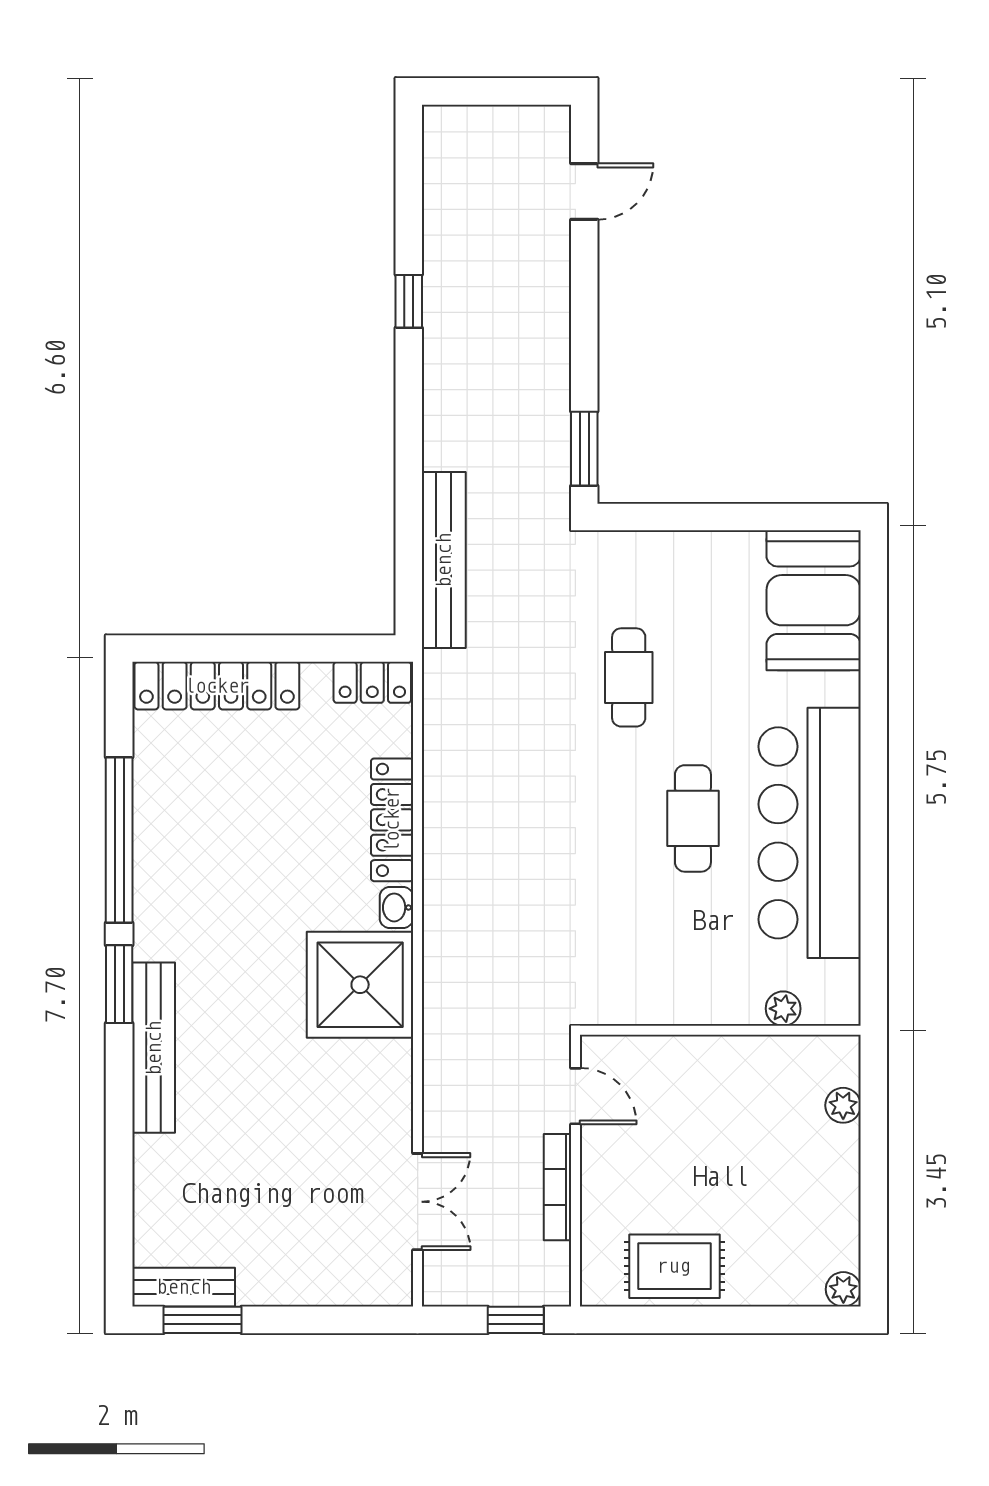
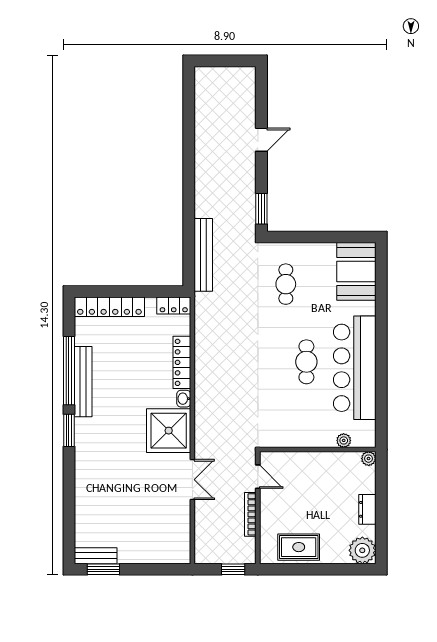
door: (584, 192) -> (261, 140), moved
window: (409, 301) -> (189, 148), removed
cafe table: (629, 677) -> (286, 284), moved
bench: (154, 1048) -> (83, 382), moved
plant: (843, 1105) -> (369, 459), moved
dresser: (840, 1175) -> (367, 509), added
double door: (418, 1202) -> (192, 480), moved
plant: (843, 1289) -> (362, 550), width x1.88, depth x1.88

